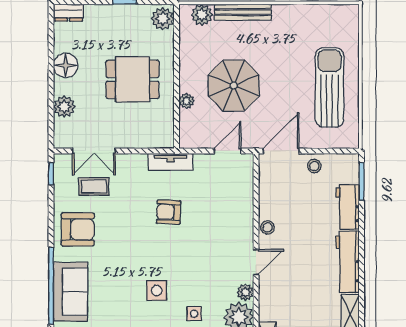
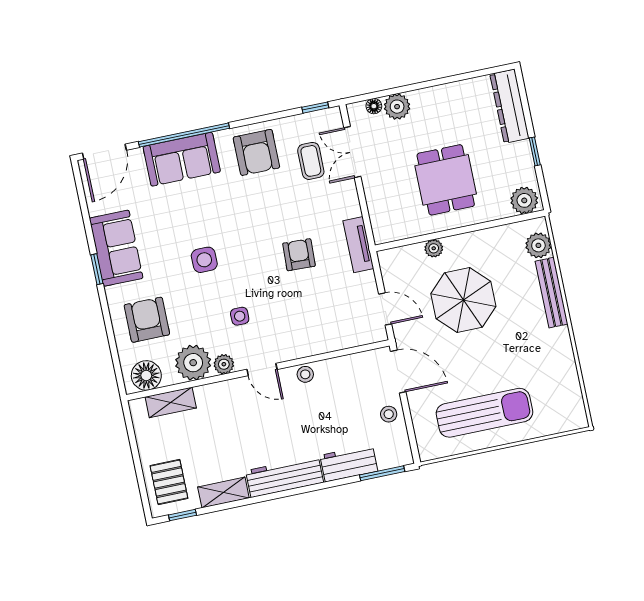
dresser: (69, 13) -> (509, 106), width x1.96, depth x1.24
floor lamp: (66, 65) -> (374, 106), moved, width x0.53, depth x0.53
side table: (194, 314) -> (240, 316), moved

